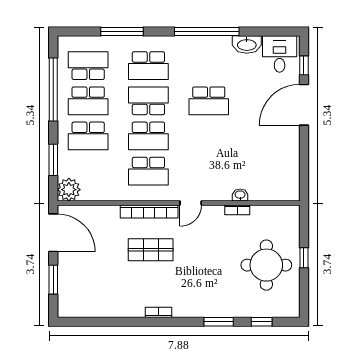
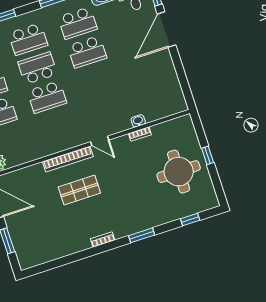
school desk: (148, 171) -> (78, 23), moved
door: (191, 203) -> (100, 141), hinge flipped
window: (219, 322) -> (142, 235), moved

